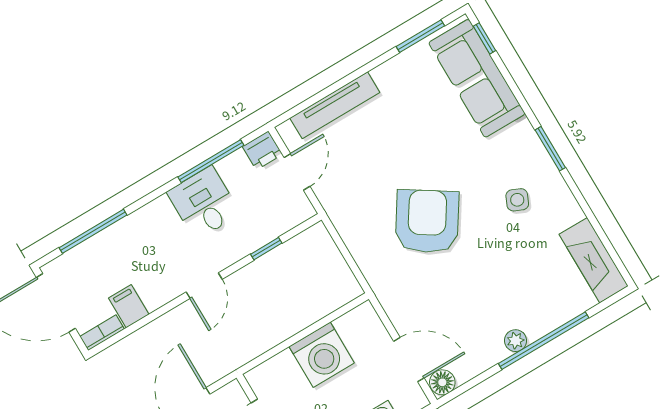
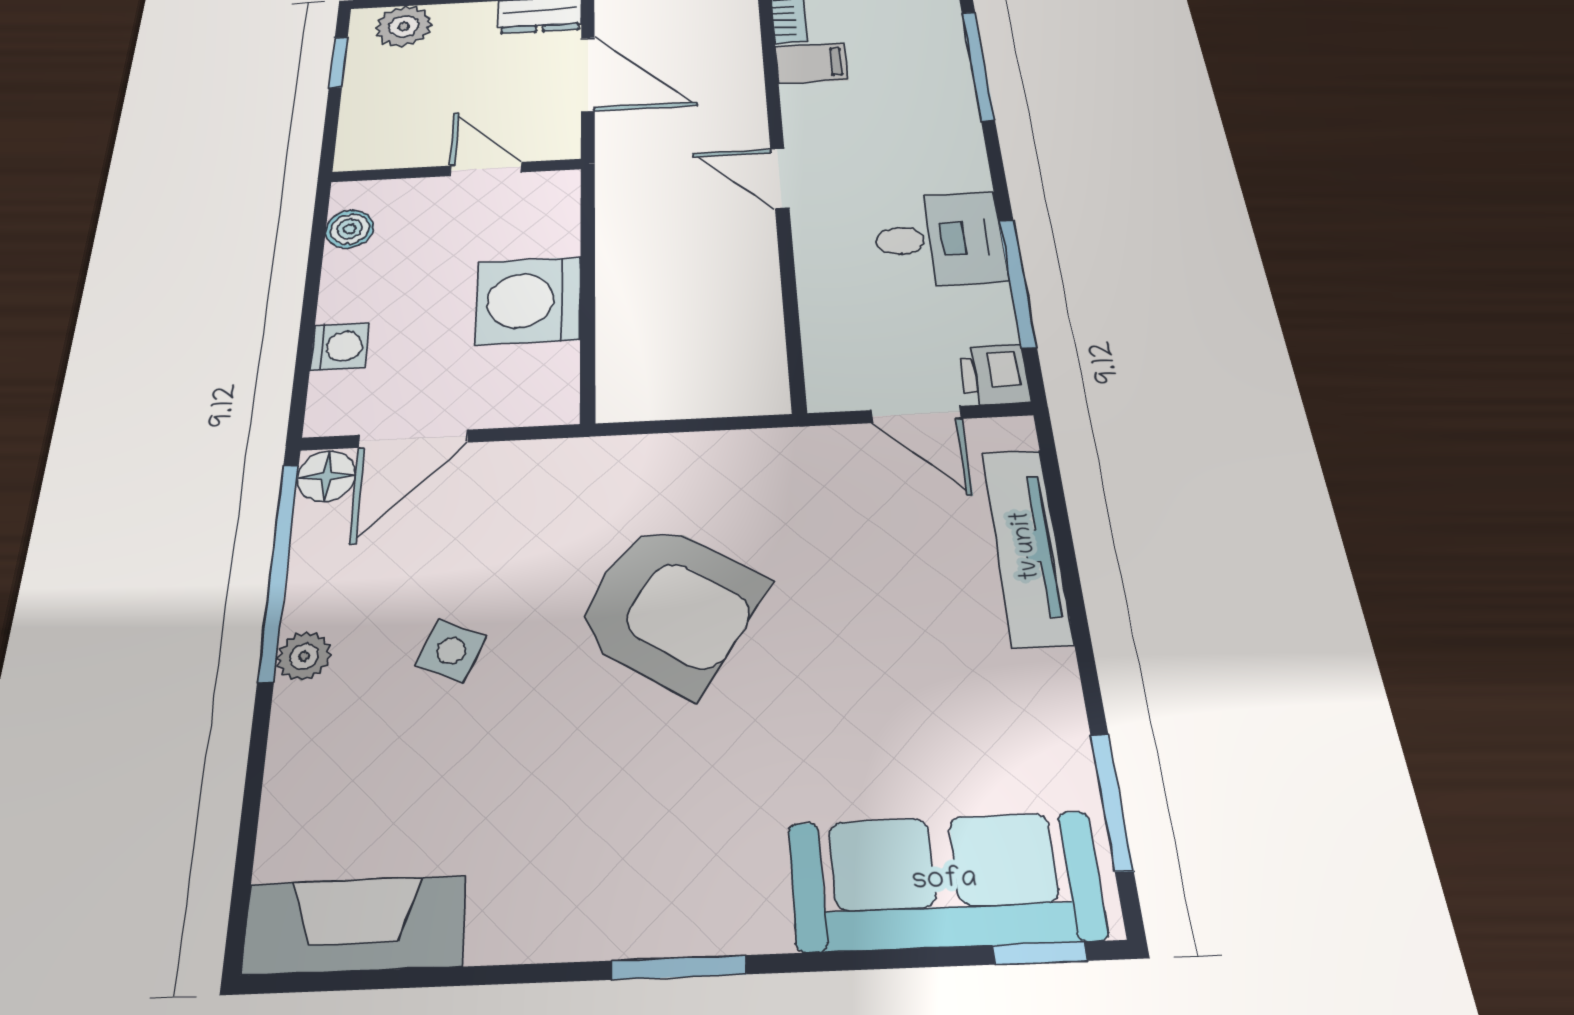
side table: (517, 200) -> (451, 651), moved
window: (266, 249) -> (790, 299), removed
window: (544, 341) -> (279, 570), moved

